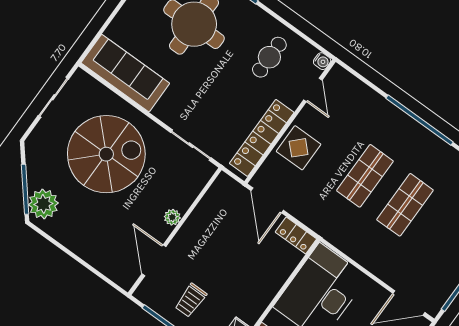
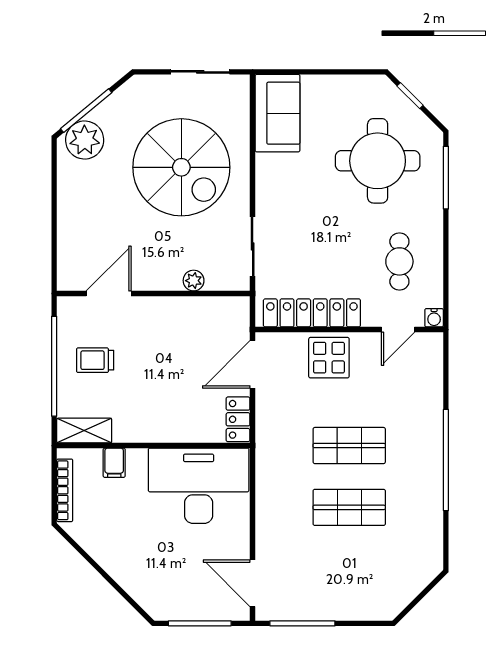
cafe table: (269, 57) -> (399, 261), turned 90
sofa: (125, 73) -> (278, 113), width x0.73
plant: (172, 217) -> (194, 281), moved

